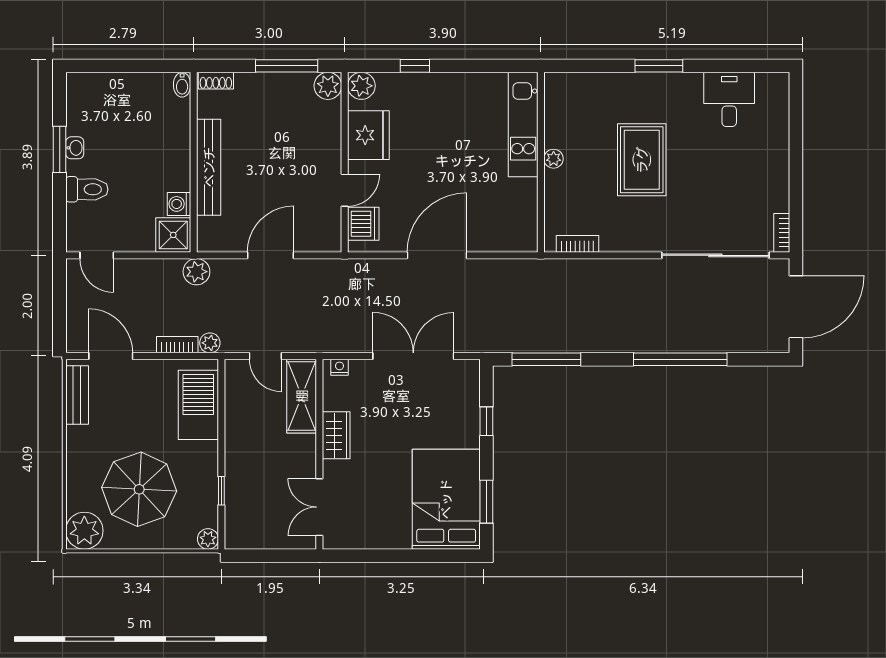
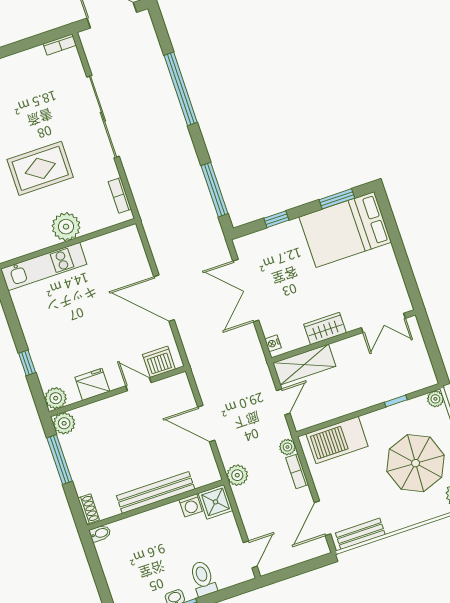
fridge: (368, 135) -> (92, 384), width x0.73, depth x0.75
plant: (554, 159) -> (66, 227), width x1.88, depth x1.88
sliding door: (715, 255) -> (103, 117), moved

